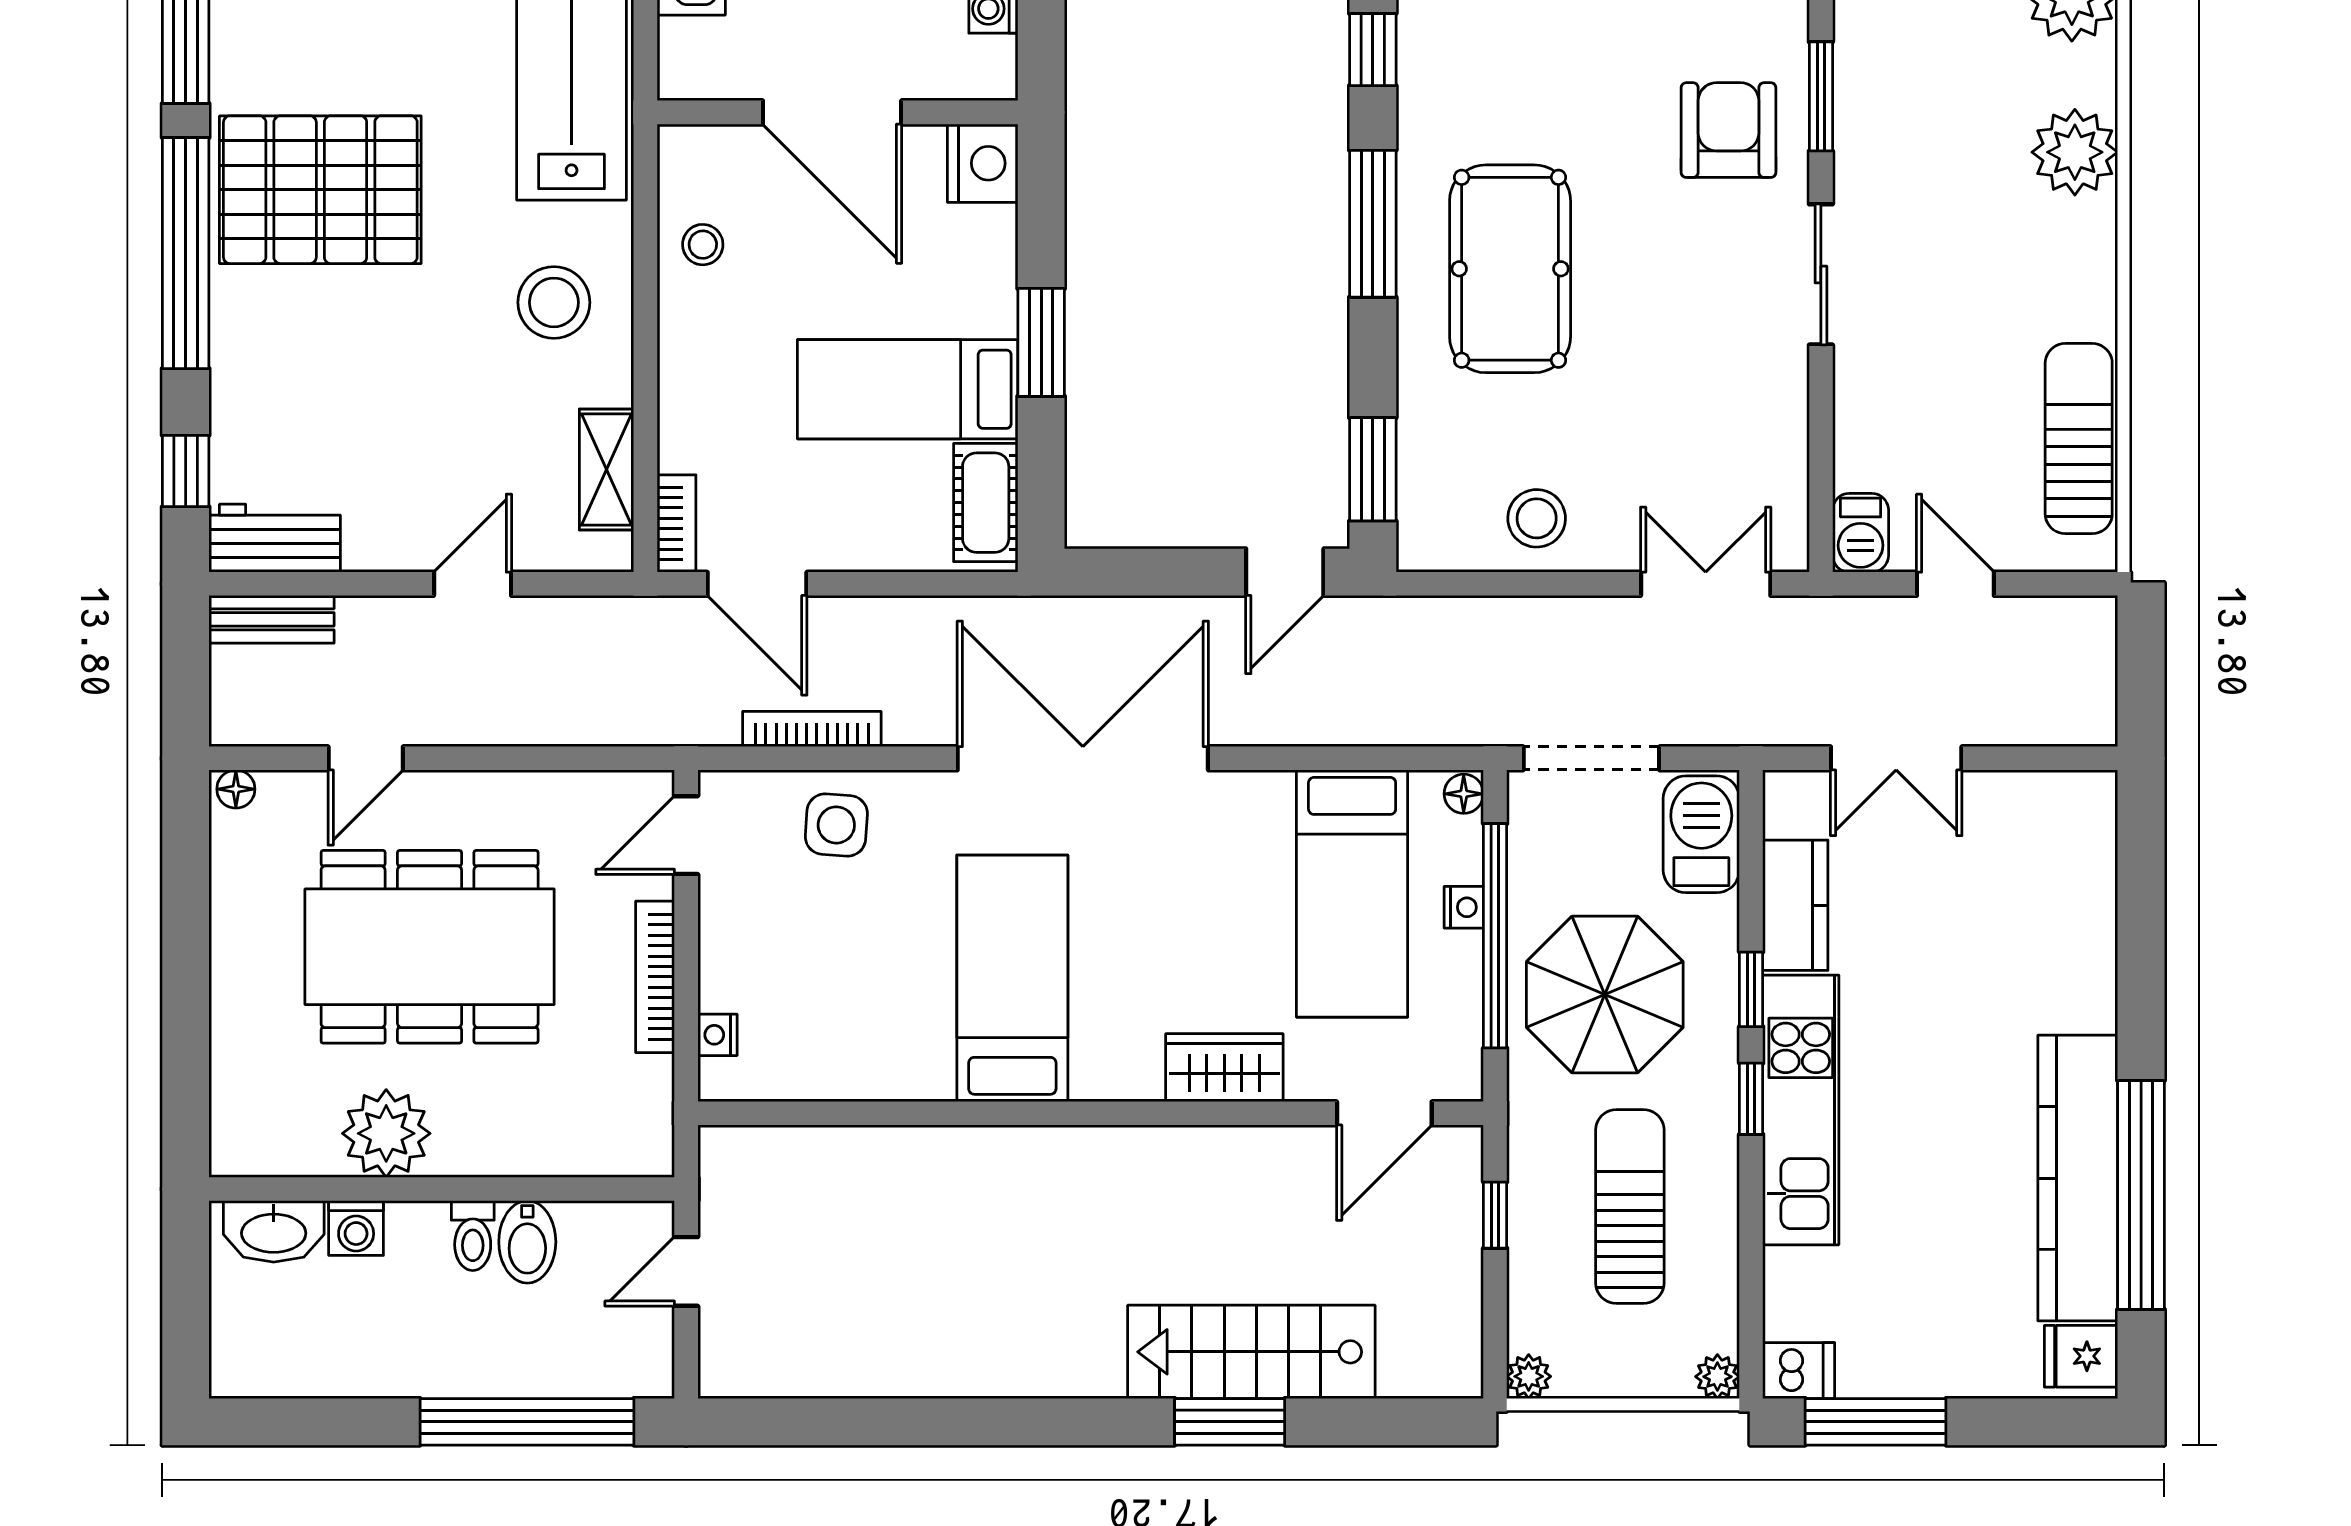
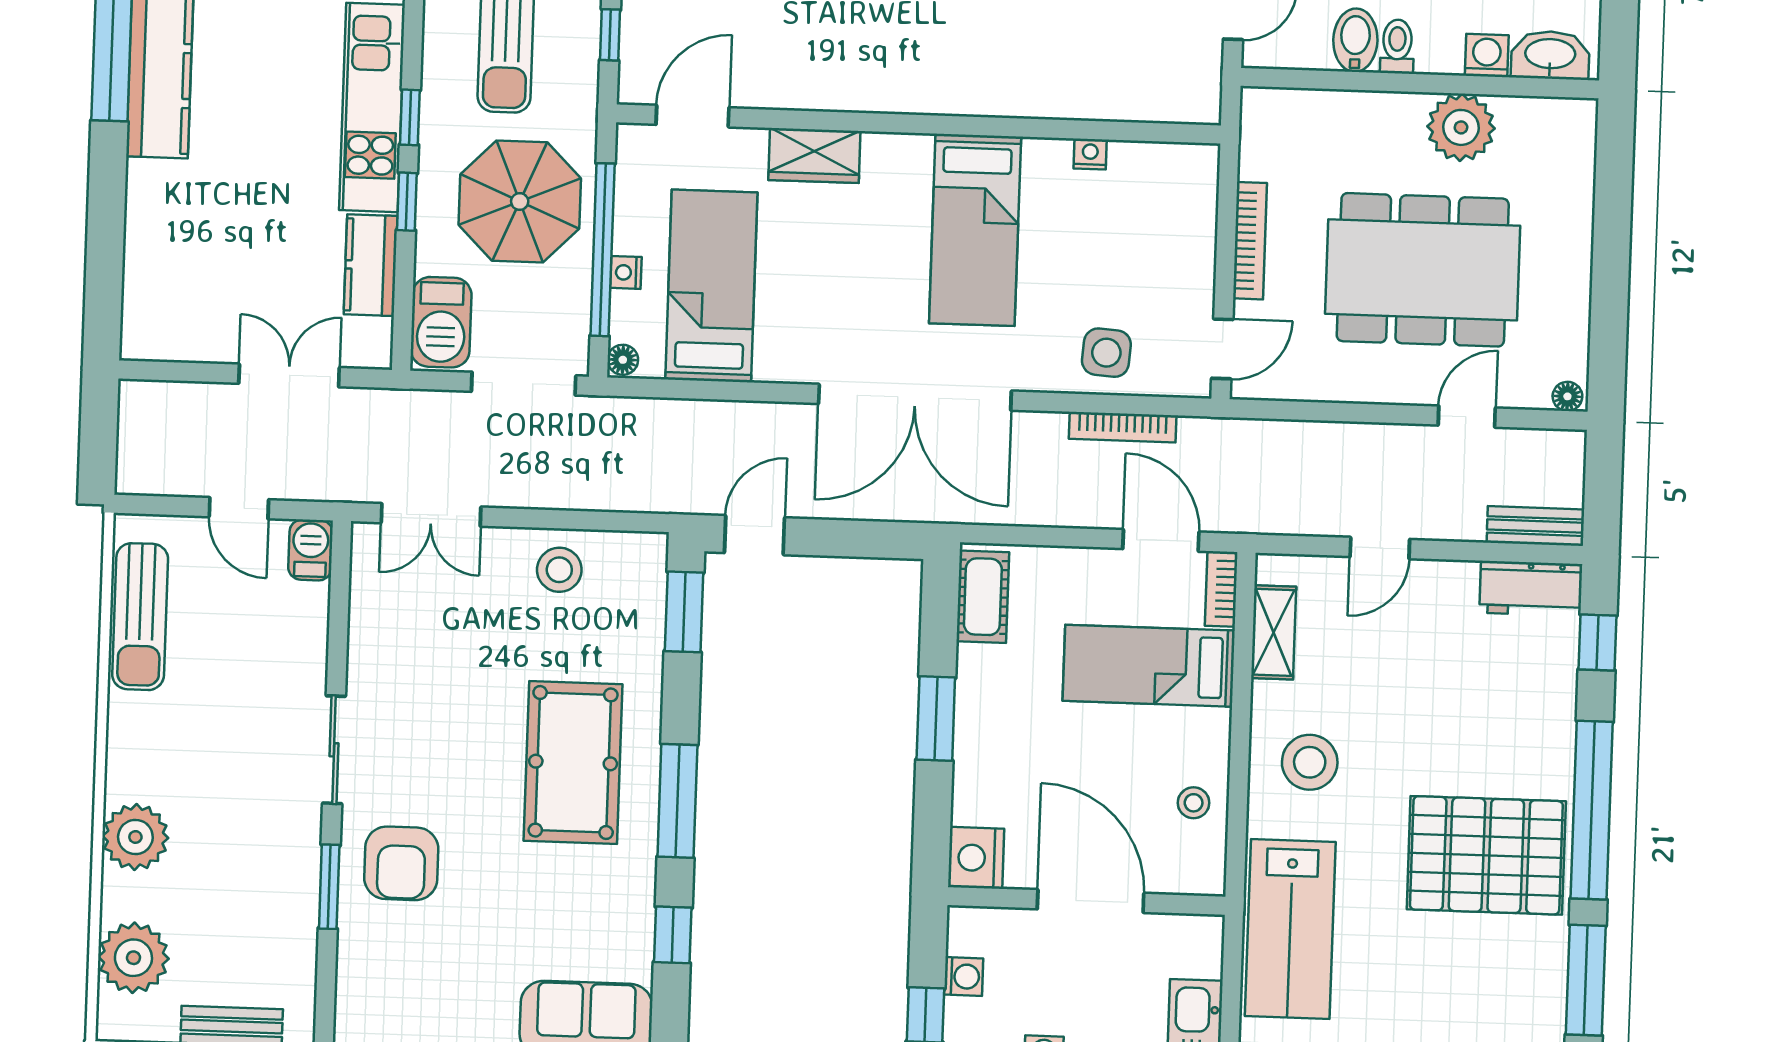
bed: (908, 389) -> (1149, 666), moved, turned 180
nightstand: (717, 1035) -> (1090, 154), moved, turned -90

